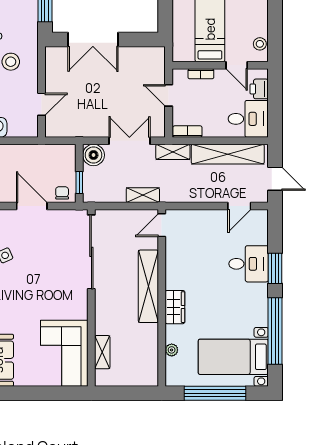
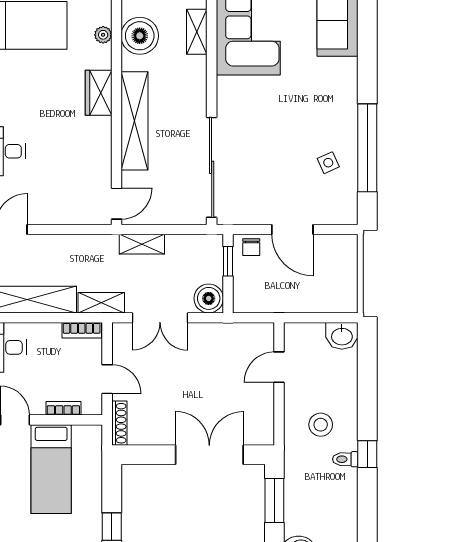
shoe rack: (160, 63) -> (119, 423), added
boiler: (144, 349) -> (140, 36), added

